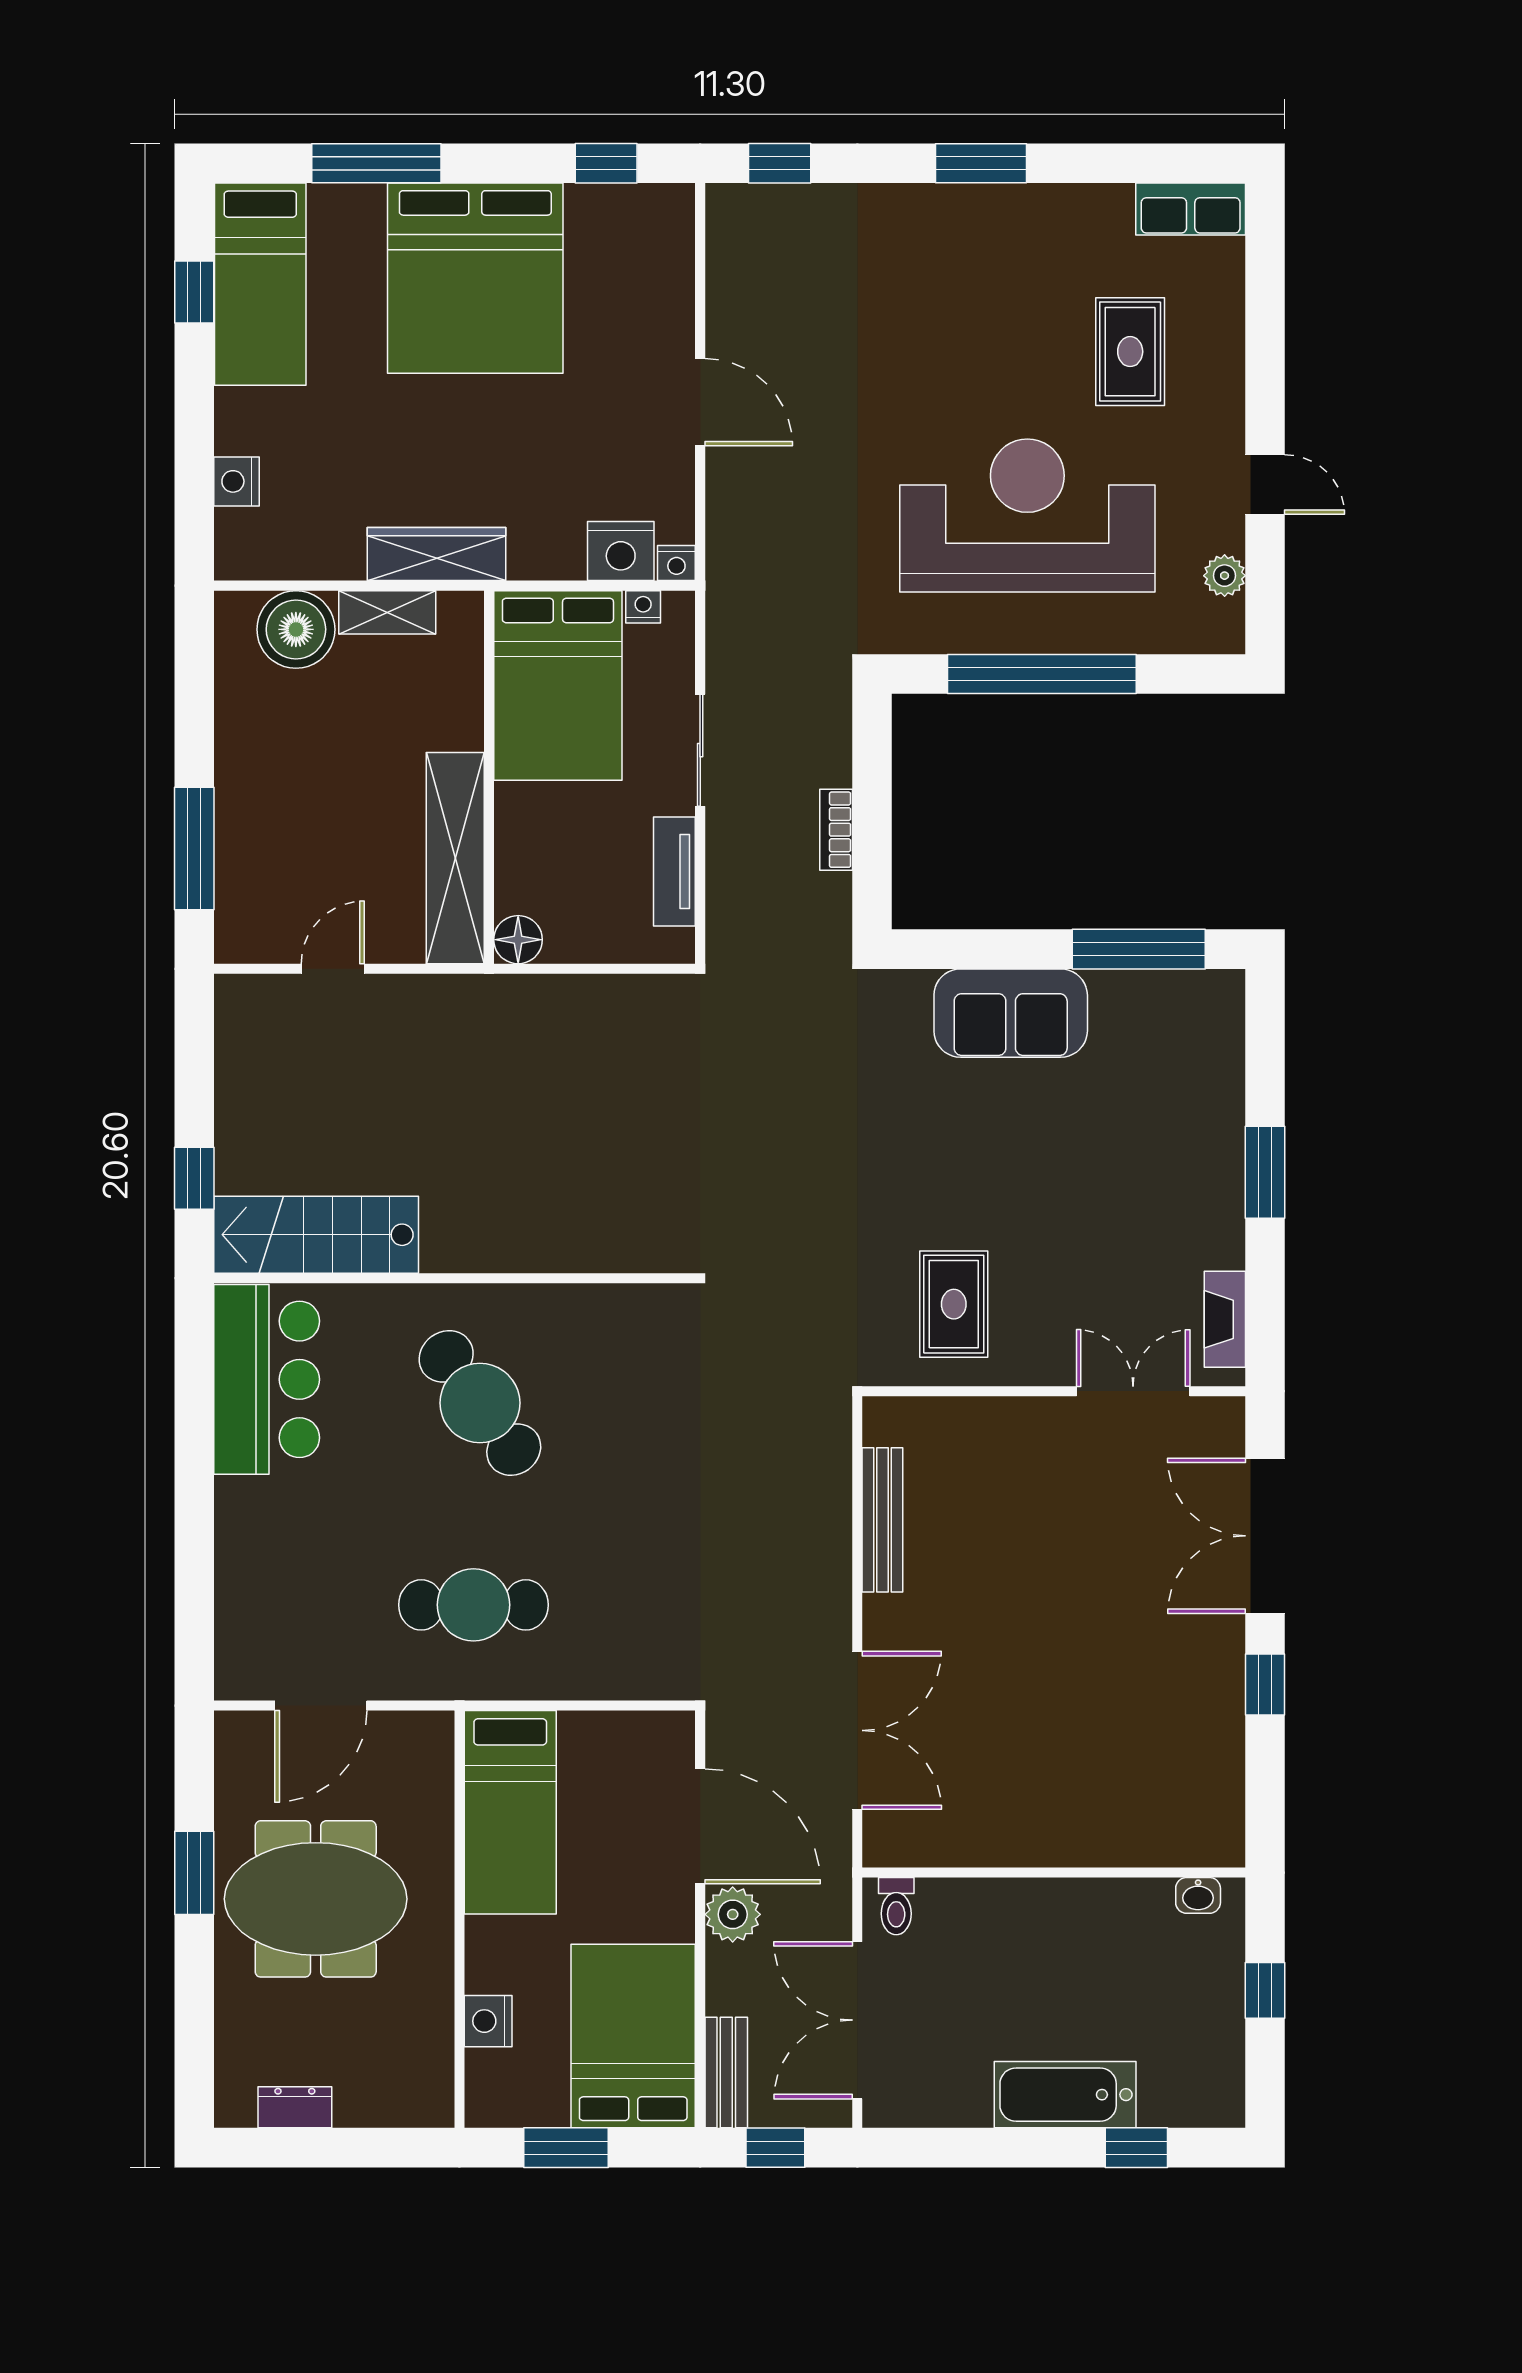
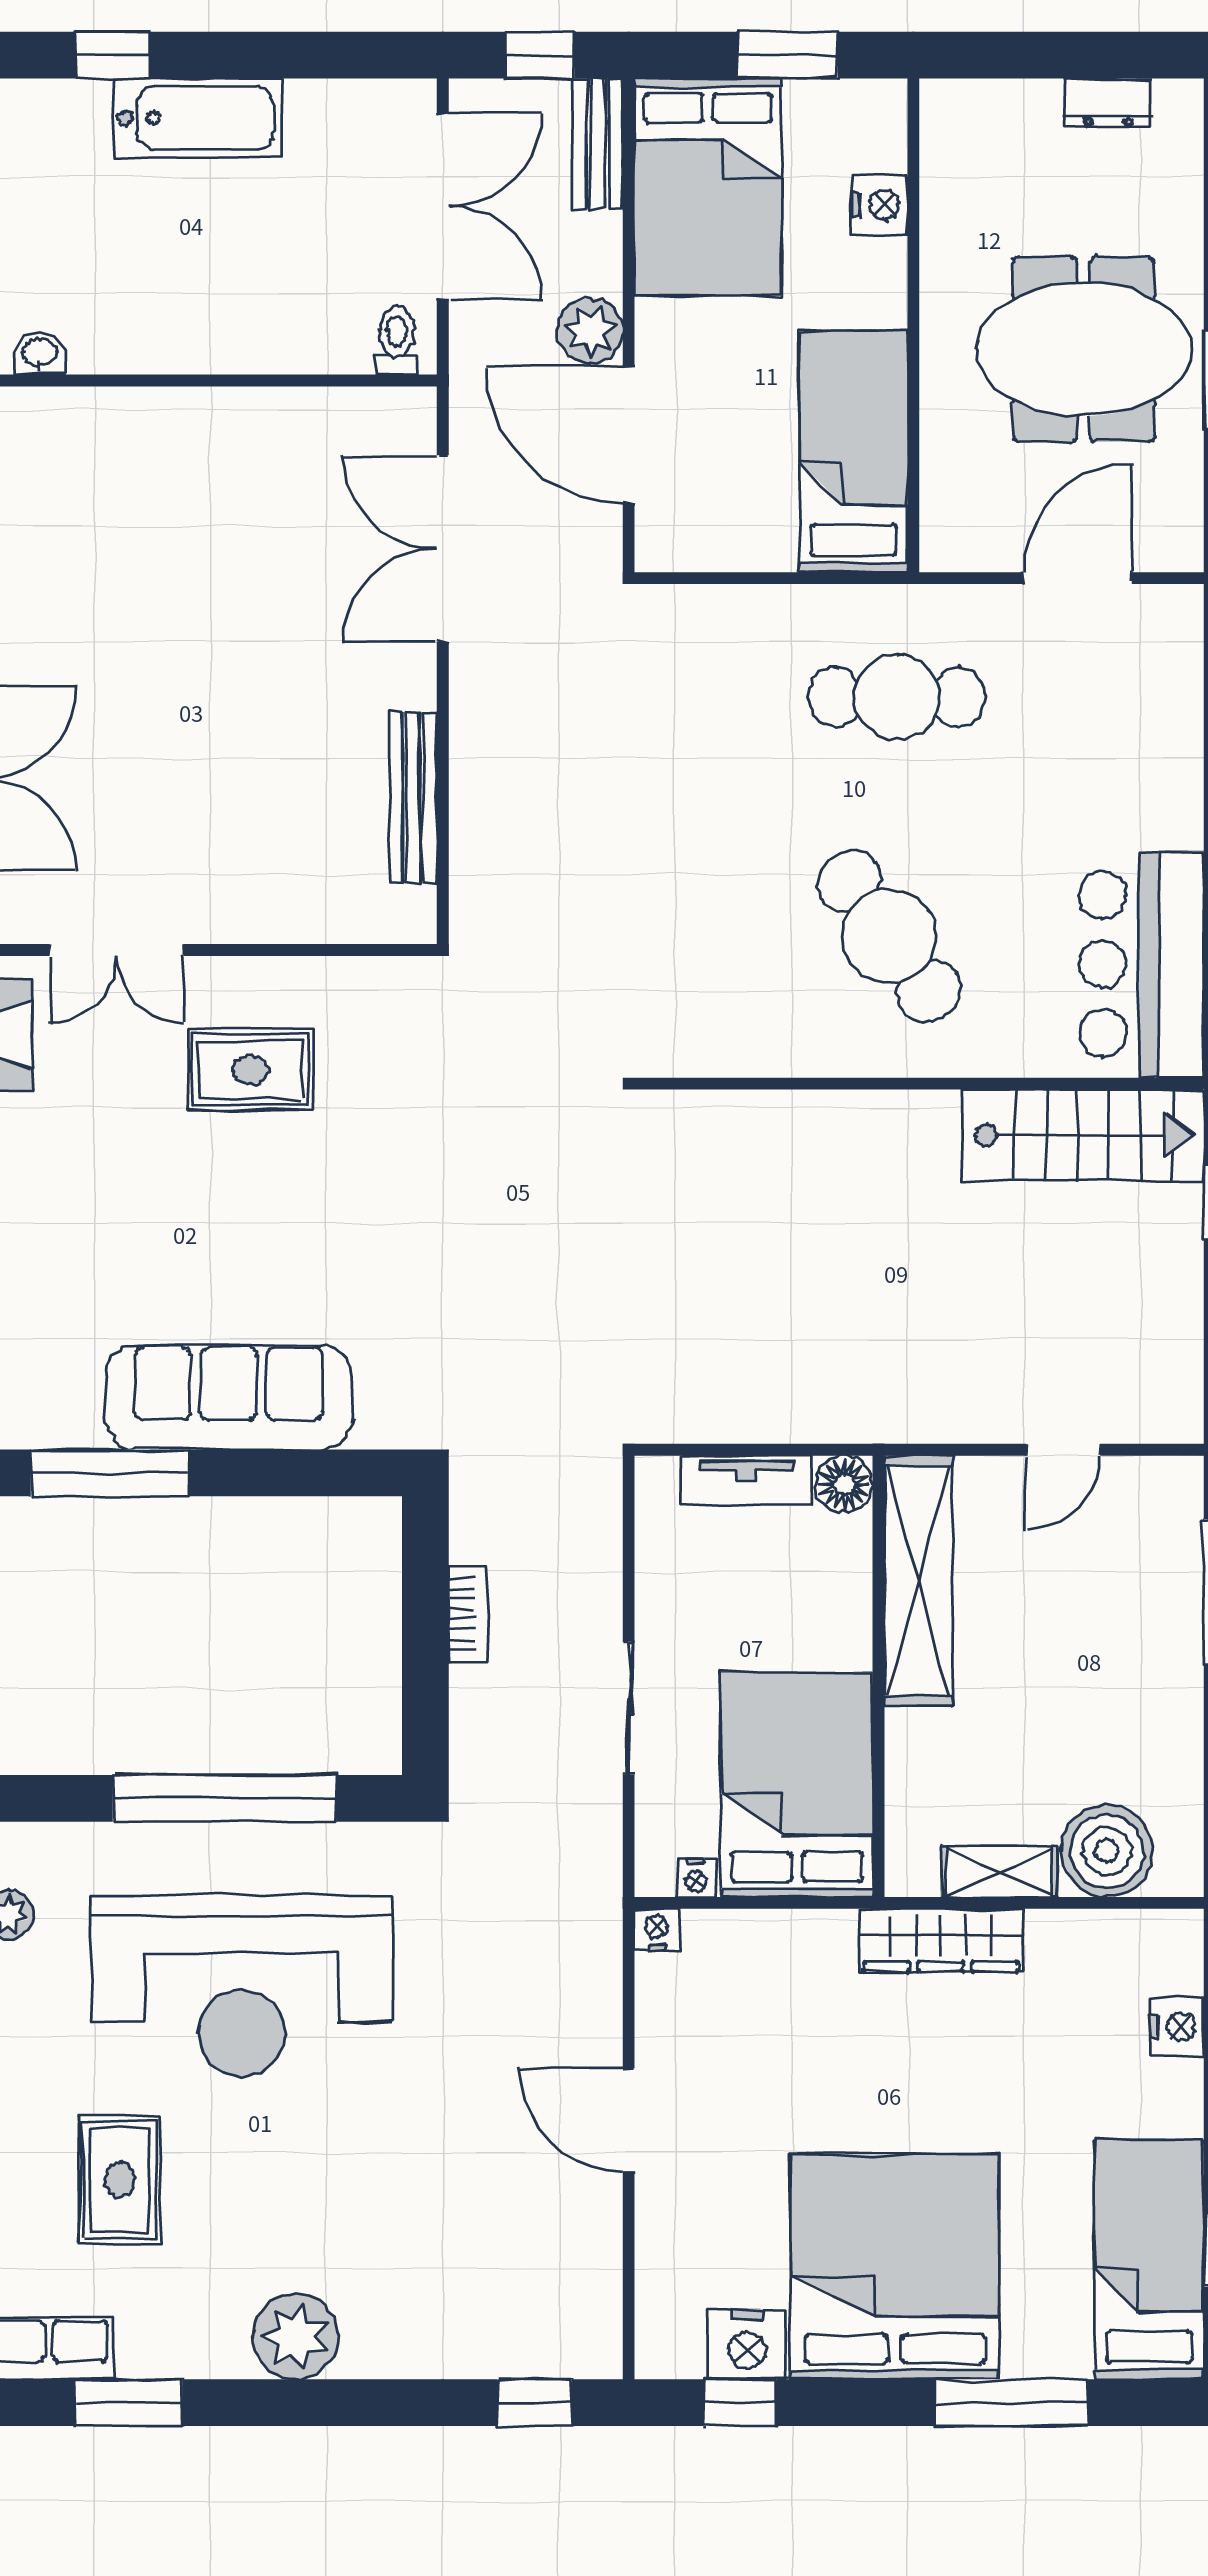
window: (981, 163) -> (128, 2403), moved
plant: (982, 219) -> (296, 2337), added
nightstand: (621, 551) -> (747, 2344), moved, turned 180
tv unit: (674, 871) -> (746, 1480), moved, turned 90
sofa: (1011, 1013) -> (229, 1397), width x1.36
rug: (954, 1304) -> (251, 1070), moved, turned 90

